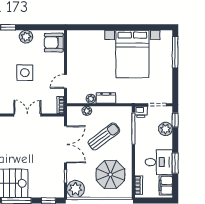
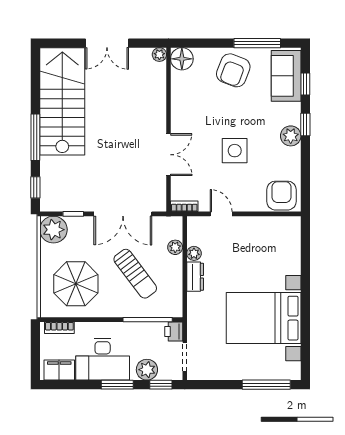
plant: (26, 37) -> (291, 136), moved
desk: (159, 162) -> (103, 359), width x1.37
window: (175, 163) -> (117, 385), moved

